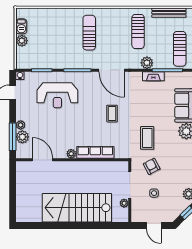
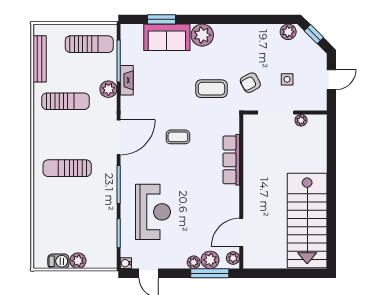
plant: (71, 154) -> (233, 258), moved
stairs: (77, 208) -> (307, 220), moved

